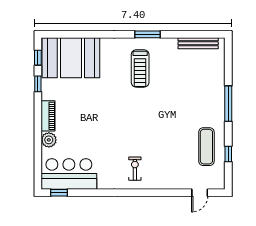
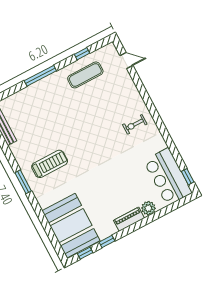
window: (148, 34) -> (23, 182), moved

